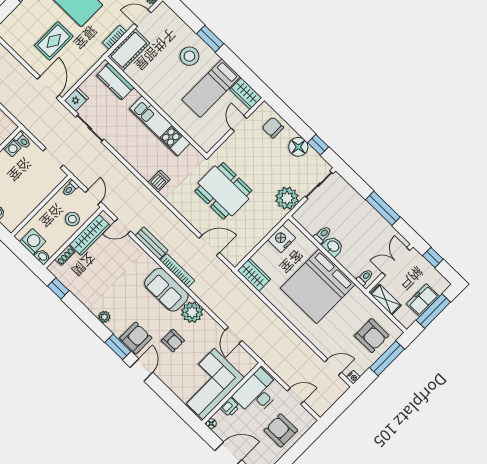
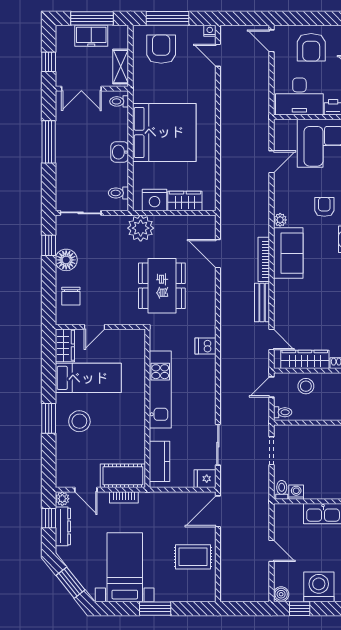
rug: (54, 41) -> (193, 557), moved
plant: (287, 198) -> (141, 228), moved
toilet: (322, 235) -> (118, 193), moved
wardrobe: (254, 275) -> (185, 201), moved, turned 90
plant: (192, 312) -> (280, 220), width x0.53, depth x0.53
door: (295, 396) -> (271, 41), moved

